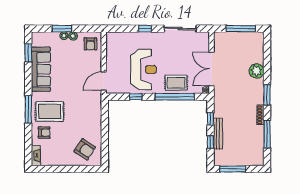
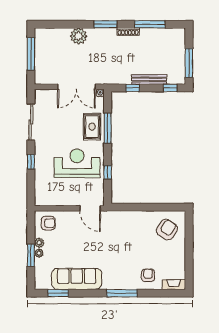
window: (175, 97) -> (108, 128), width x0.68
rug: (50, 111) -> (124, 269), removed
window: (210, 142) -> (170, 88), moved

